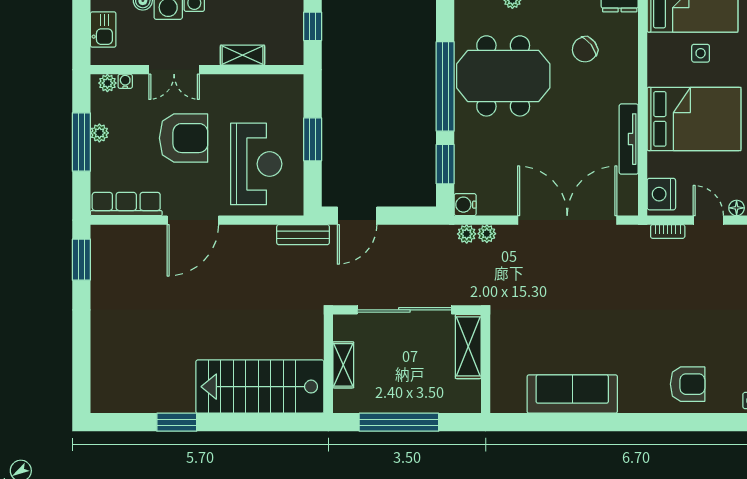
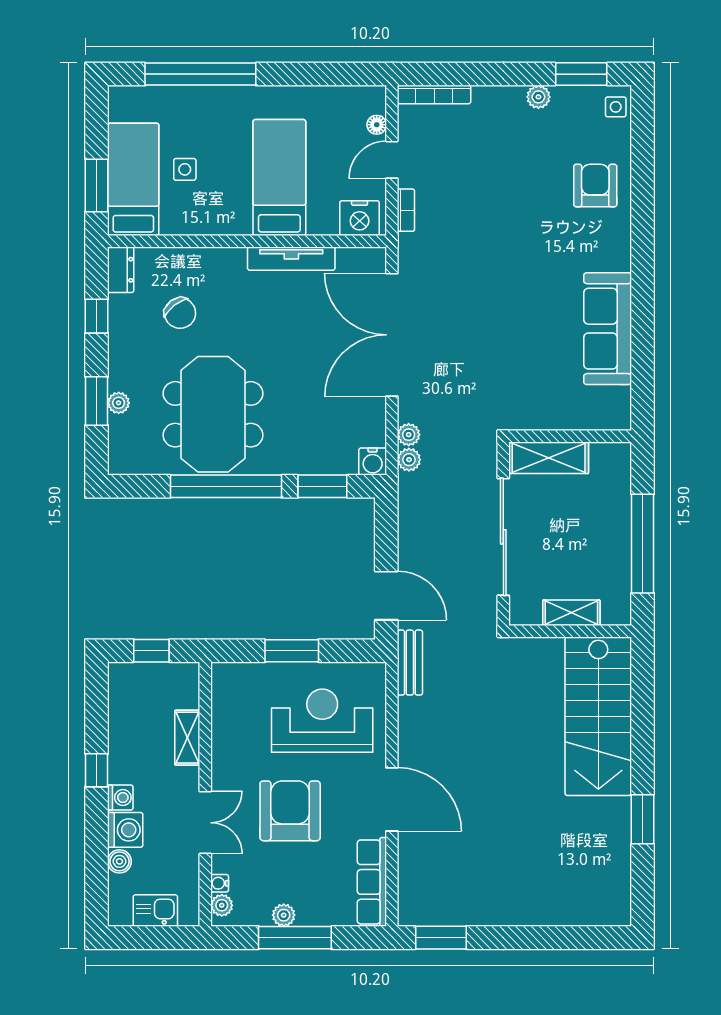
bed: (694, 119) -> (279, 178), width x0.67

